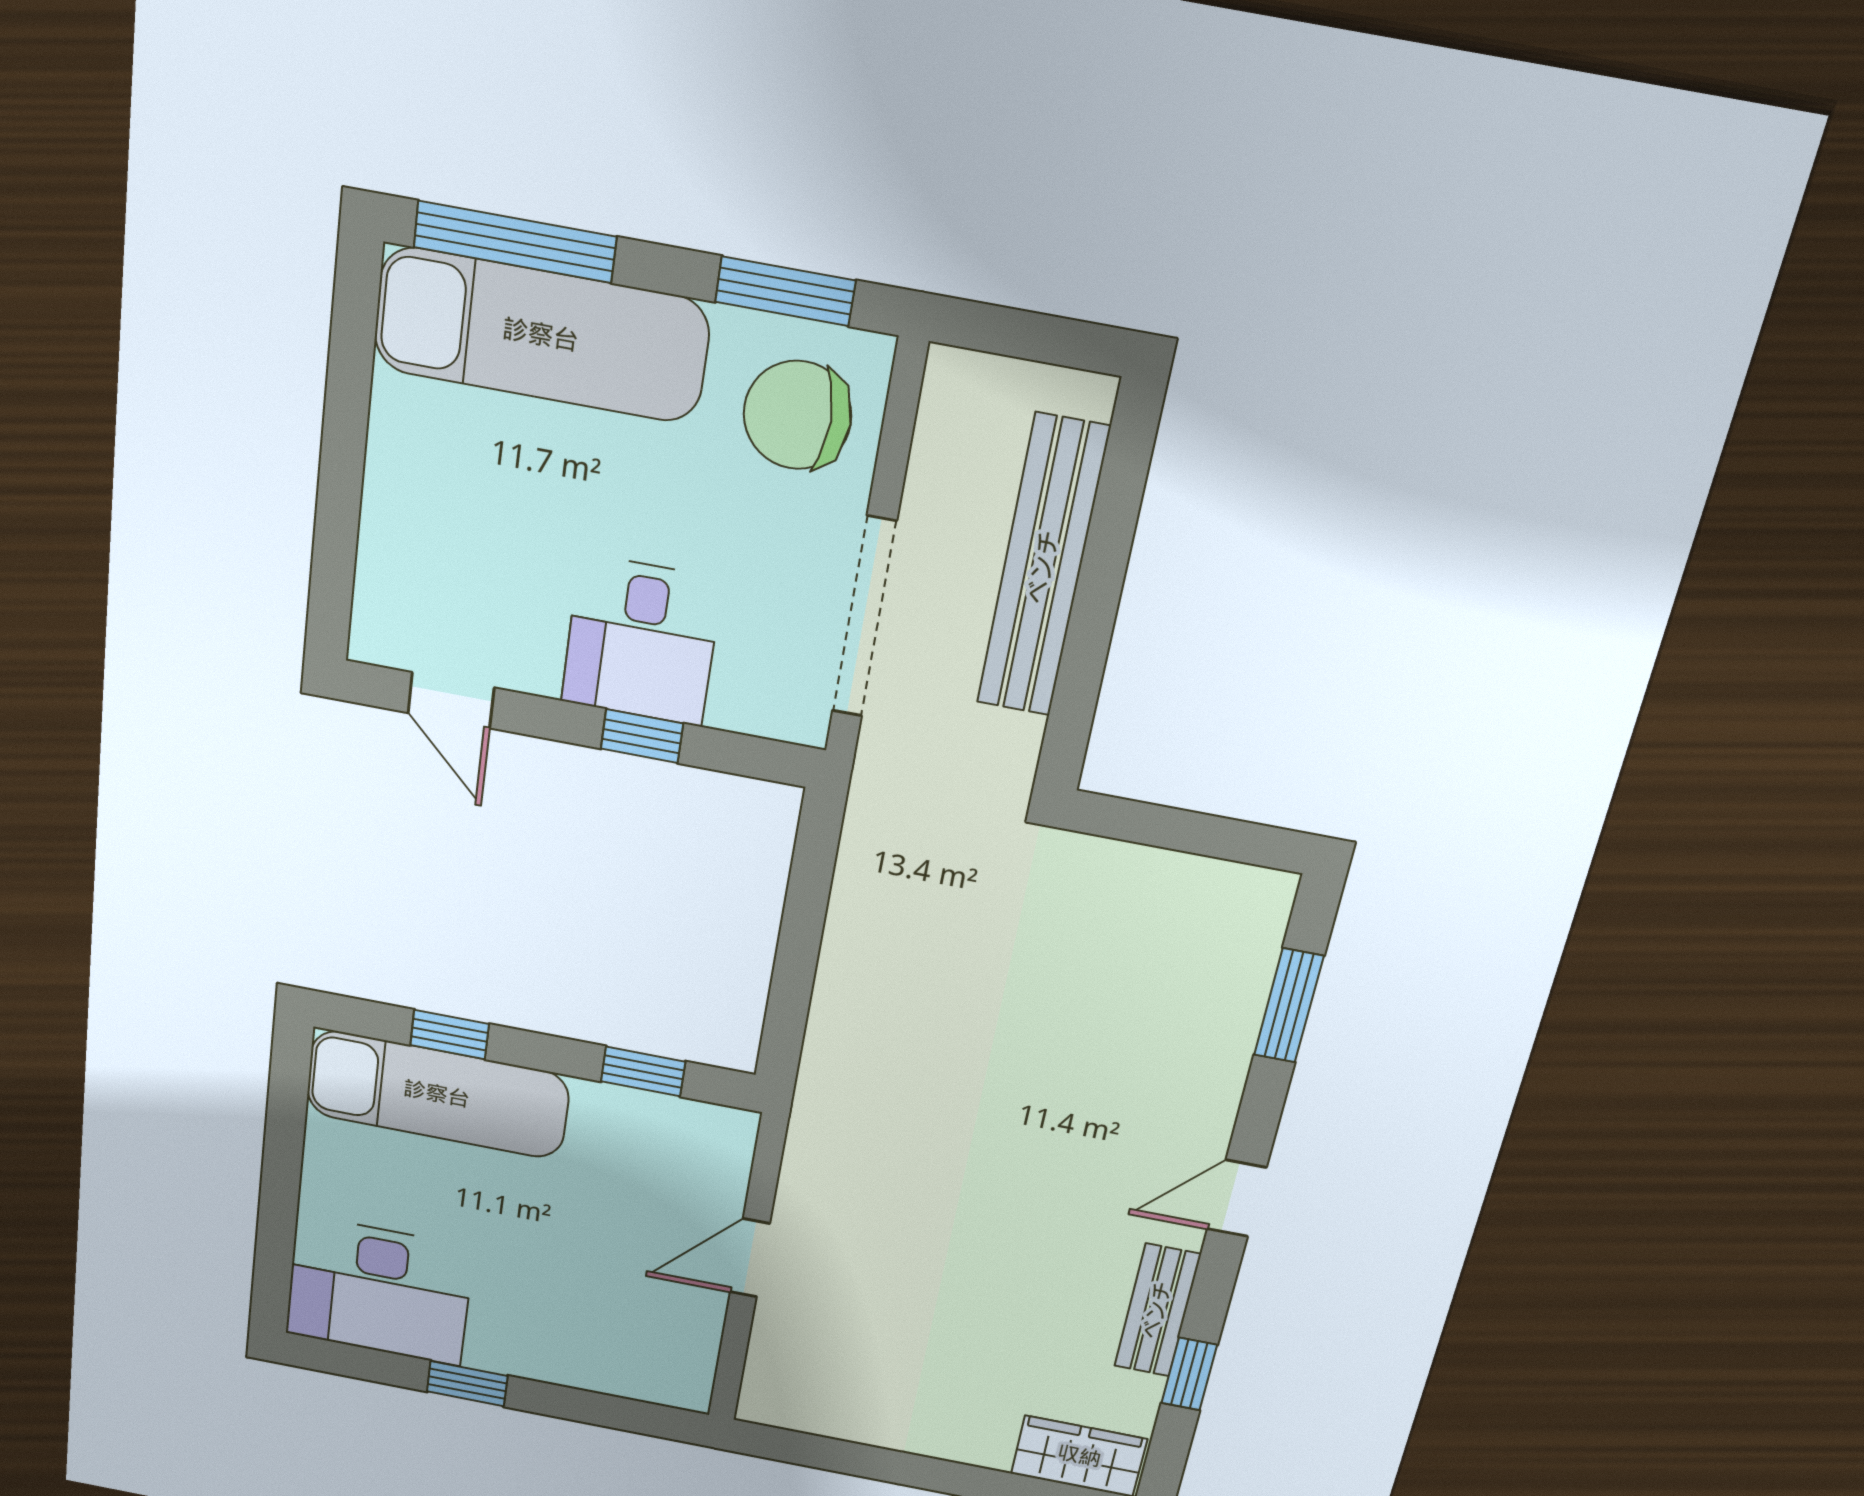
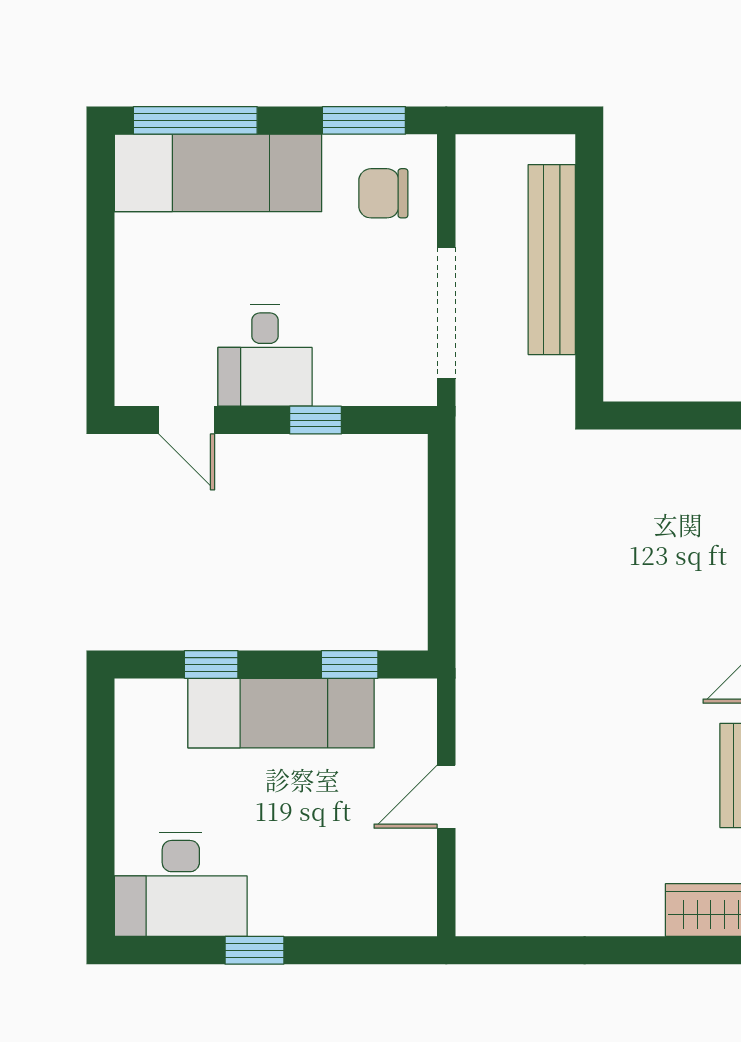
chair: (797, 415) -> (383, 193), width x0.73, depth x0.73
desk: (641, 641) -> (265, 356), moved
exam couch: (437, 1094) -> (281, 713), moved

